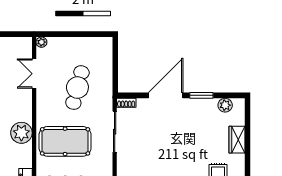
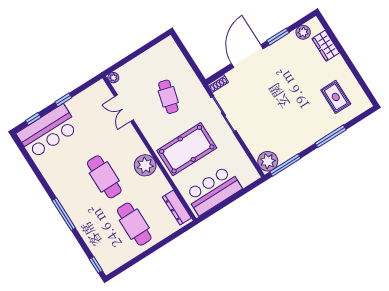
cafe table: (77, 88) -> (168, 97), width x0.73, depth x0.74
wardrobe: (237, 140) -> (326, 46), moved

